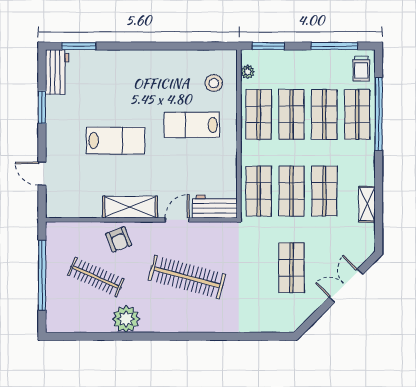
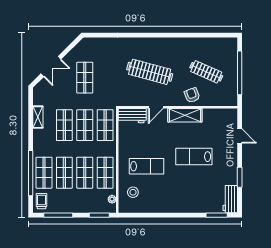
plant: (126, 319) -> (187, 46), removed

